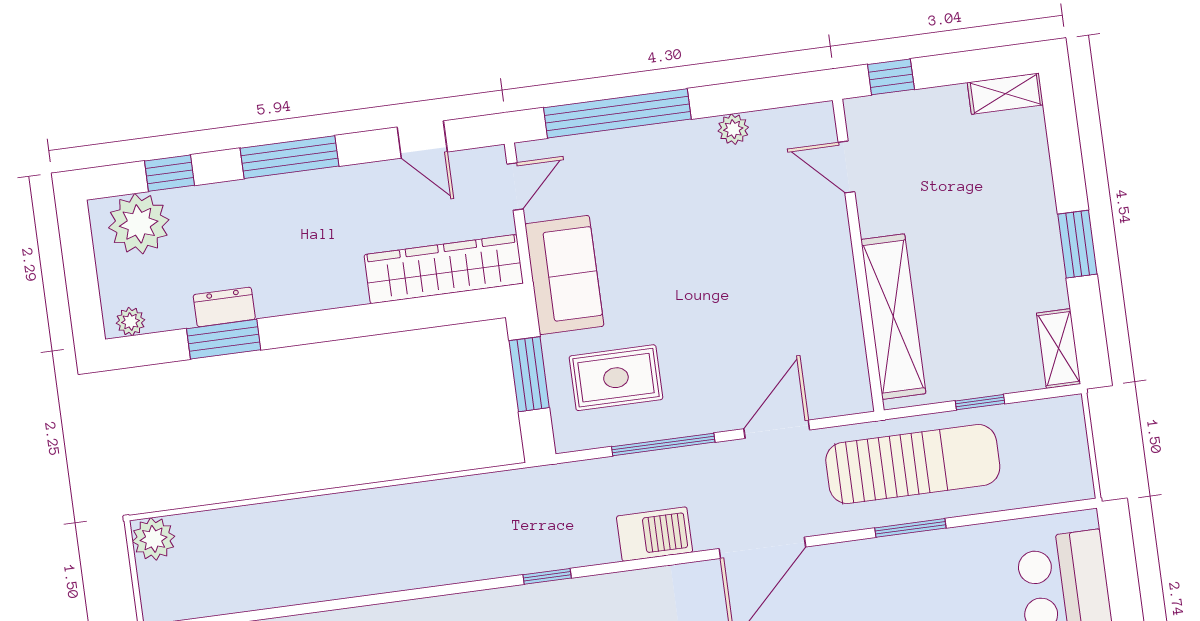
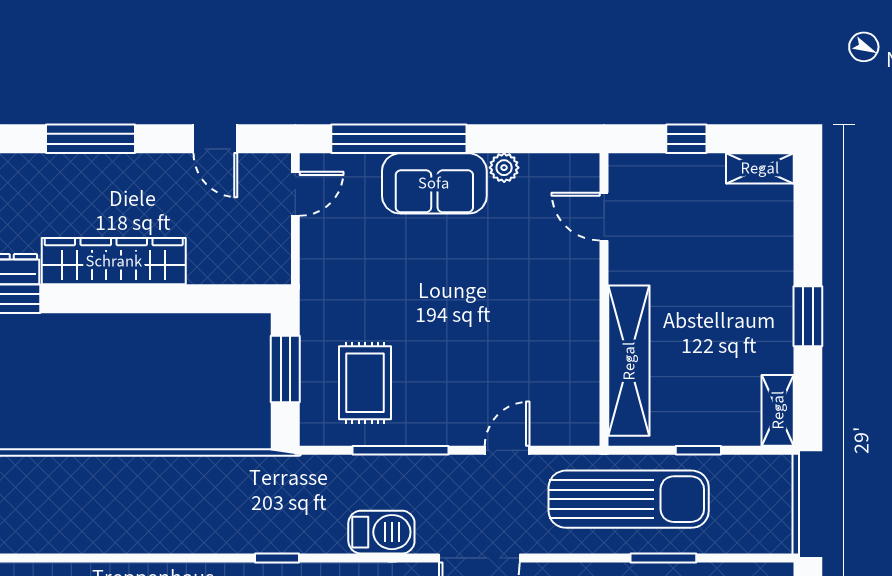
window: (891, 77) -> (686, 139), moved
wardrobe: (444, 269) -> (114, 261), moved
sofa: (564, 275) -> (434, 183), moved, turned 90
rug: (616, 378) -> (365, 383), turned 90
door: (777, 429) -> (507, 450), width x0.73
window: (910, 528) -> (663, 558), moved

